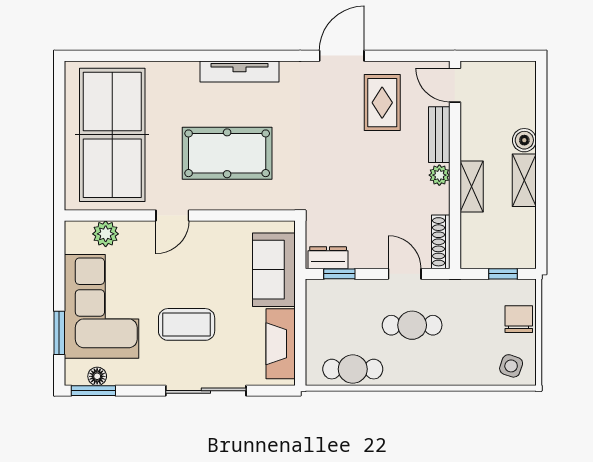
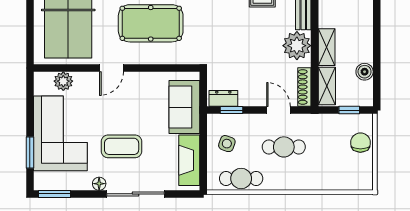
boiler: (524, 140) -> (365, 72), moved
plant: (439, 175) -> (297, 46), width x1.88, depth x1.88
shelving: (524, 180) -> (327, 86), moved
side table: (511, 366) -> (227, 144), moved
floor lamp: (97, 376) -> (99, 184), moved

